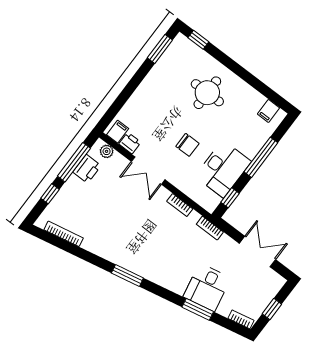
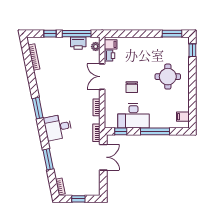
double door: (257, 252) -> (103, 157), moved
desk: (207, 287) -> (58, 127), moved

